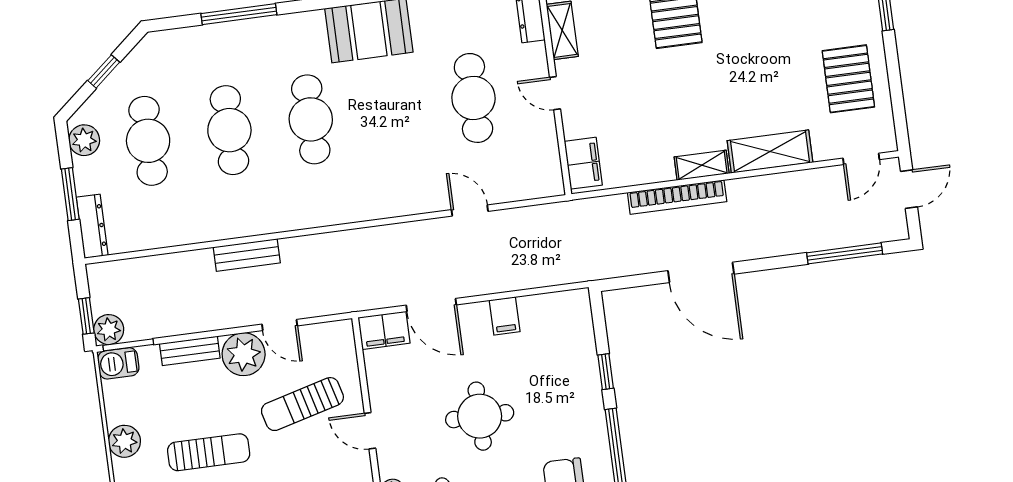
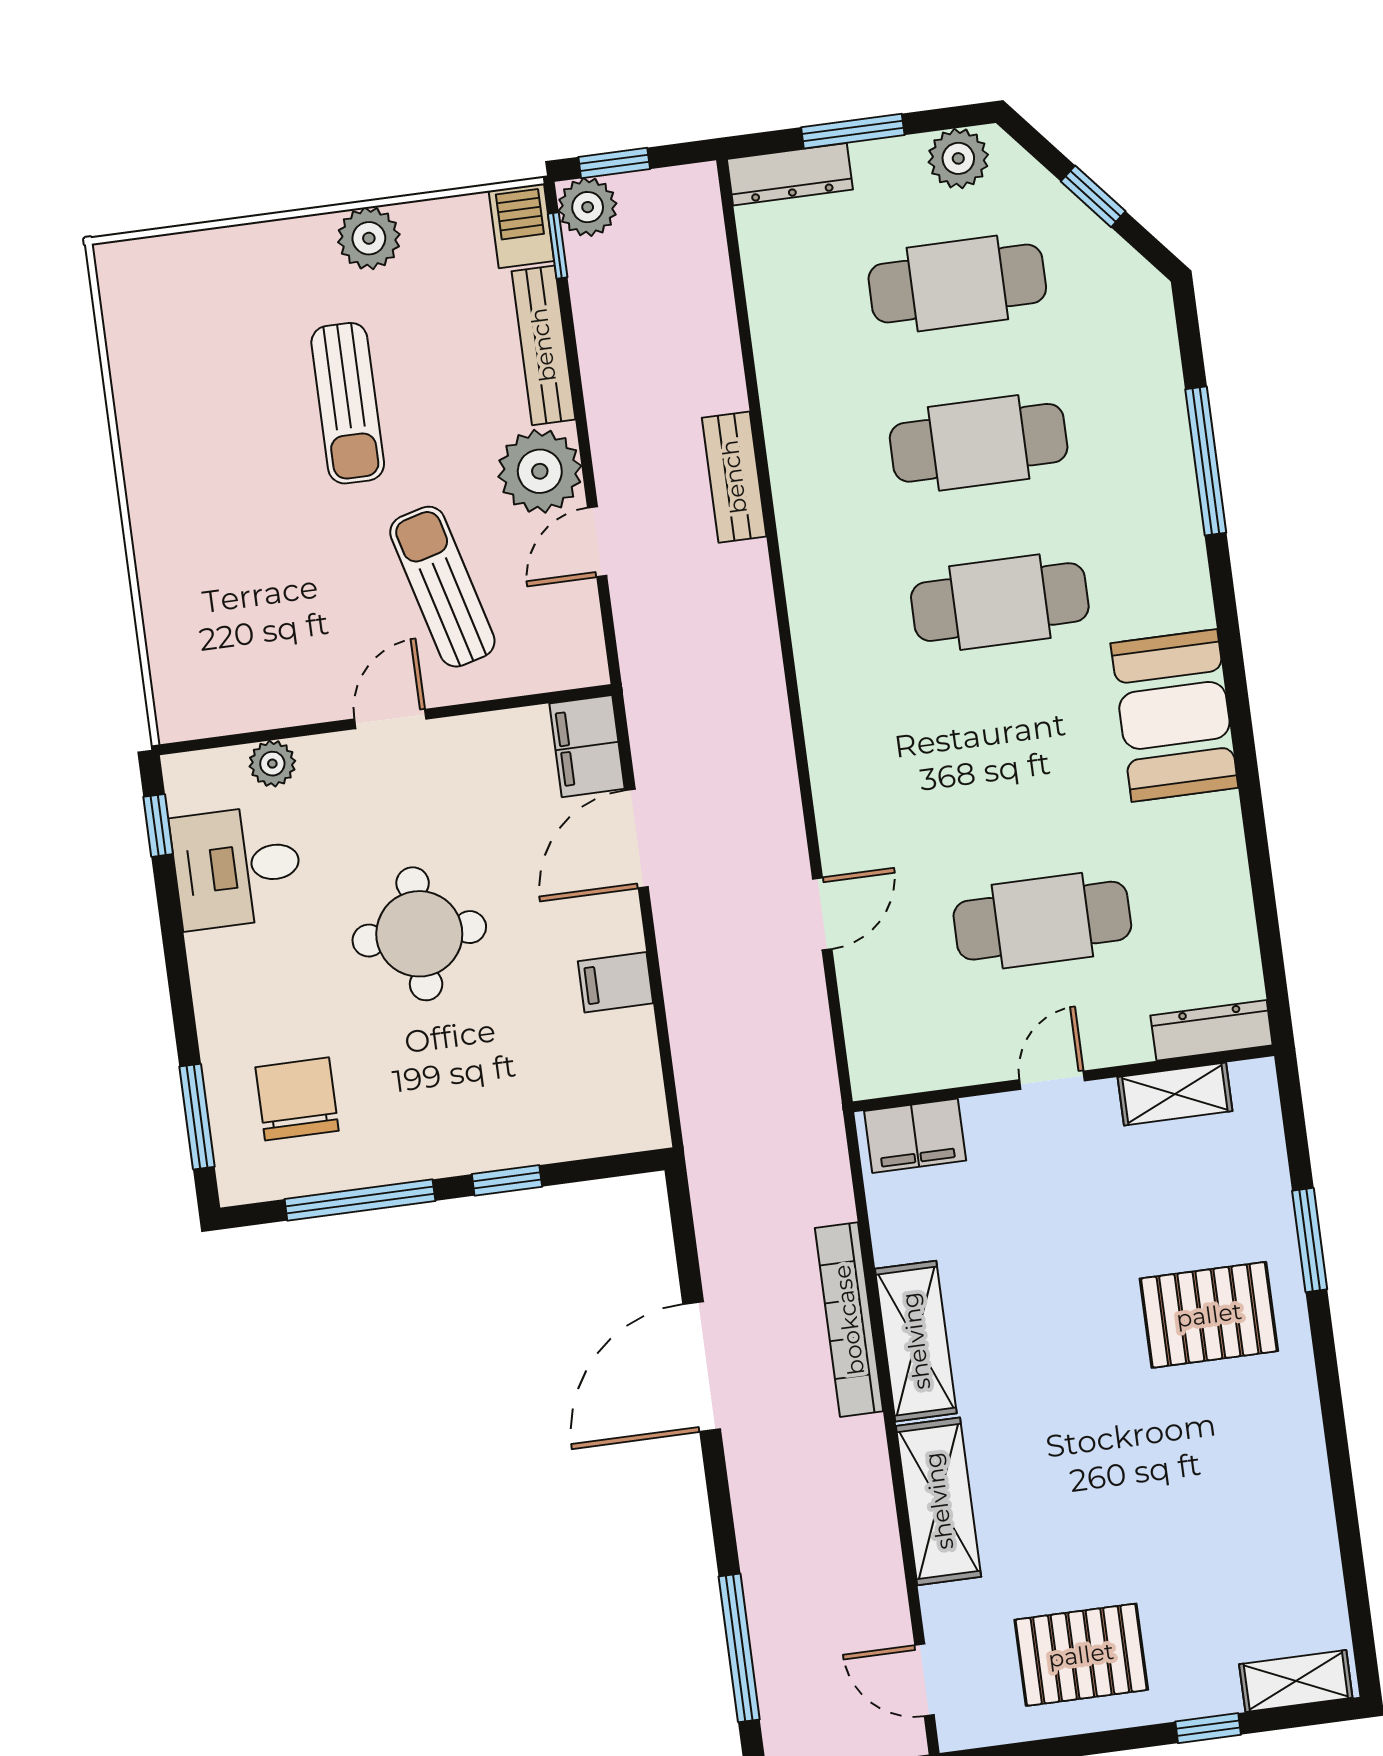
shelving: (702, 165) -> (916, 1341), width x1.50, depth x1.33
window: (128, 345) -> (558, 246), width x0.67
bench: (190, 351) -> (543, 345), width x1.36

